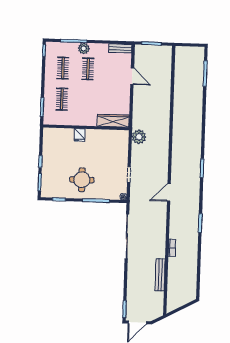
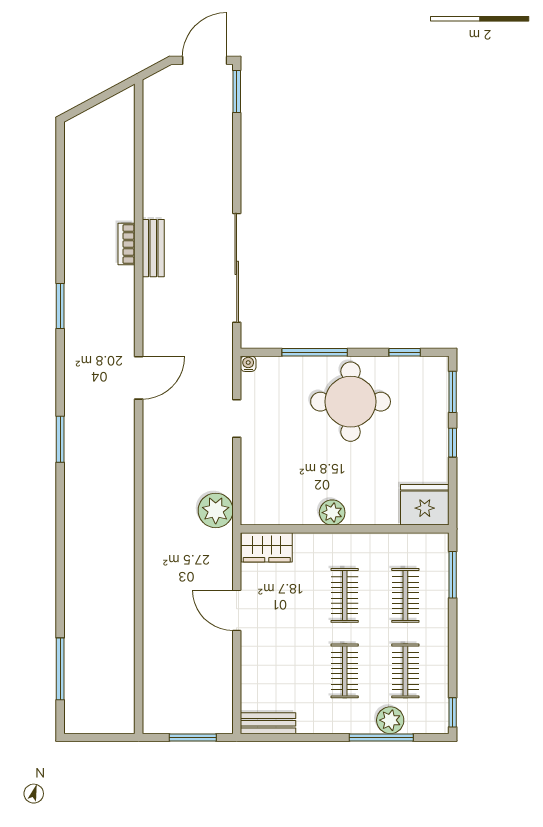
plant: (84, 48) -> (390, 720), moved
door: (132, 76) -> (237, 610), moved
clothes rail: (87, 100) -> (345, 595), added
wardrobe: (113, 121) -> (267, 547), width x0.67
plant: (91, 134) -> (332, 513), added
fridge: (80, 135) -> (425, 505), moved, width x1.88, depth x1.34
round table: (82, 180) -> (351, 402), width x1.36, depth x1.36
bench: (160, 275) -> (153, 248), moved, width x0.73

